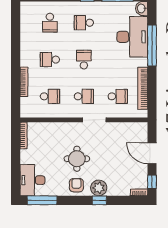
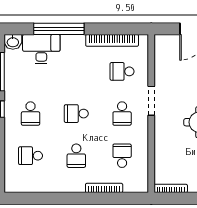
school desk: (50, 23) -> (31, 156), turned 180
desk: (132, 37) -> (41, 49), width x0.73, depth x0.77
school desk: (84, 96) -> (122, 114), turned 180
school desk: (118, 96) -> (122, 71), turned -90

